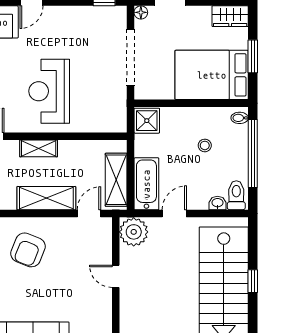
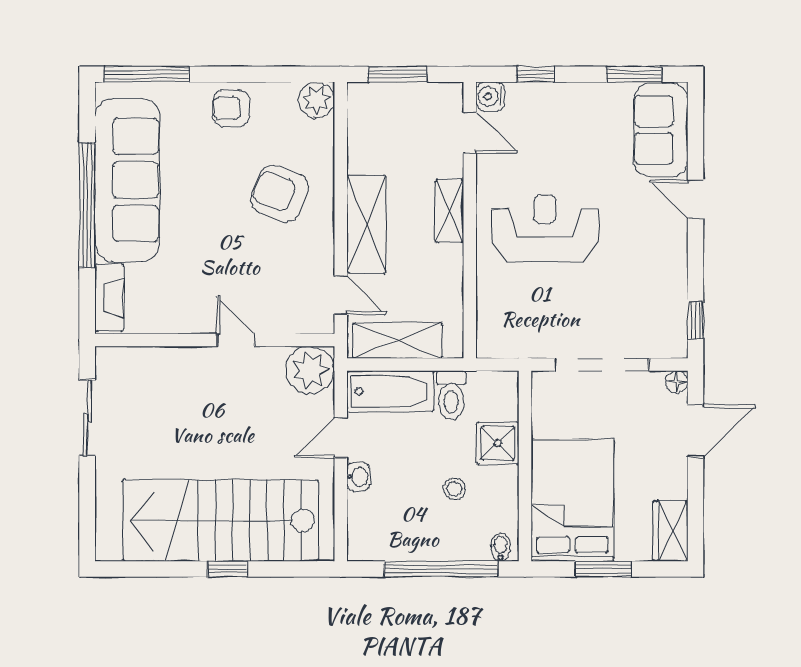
shower: (147, 121) -> (498, 443), moved
toilet: (236, 195) -> (451, 395), moved, turned 90
washbasin: (217, 203) -> (358, 477), moved
door: (174, 214) -> (341, 438), swing flipped
door: (116, 276) -> (236, 340), hinge flipped

